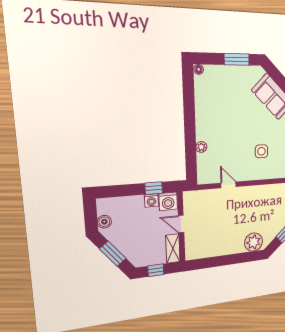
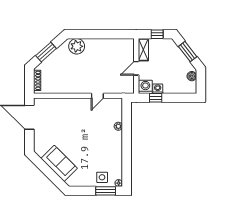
window: (237, 59) -> (106, 191), moved
side table: (261, 151) -> (102, 177), moved
door: (228, 185) -> (97, 96), hinge flipped
door: (181, 224) -> (136, 68), swing flipped

